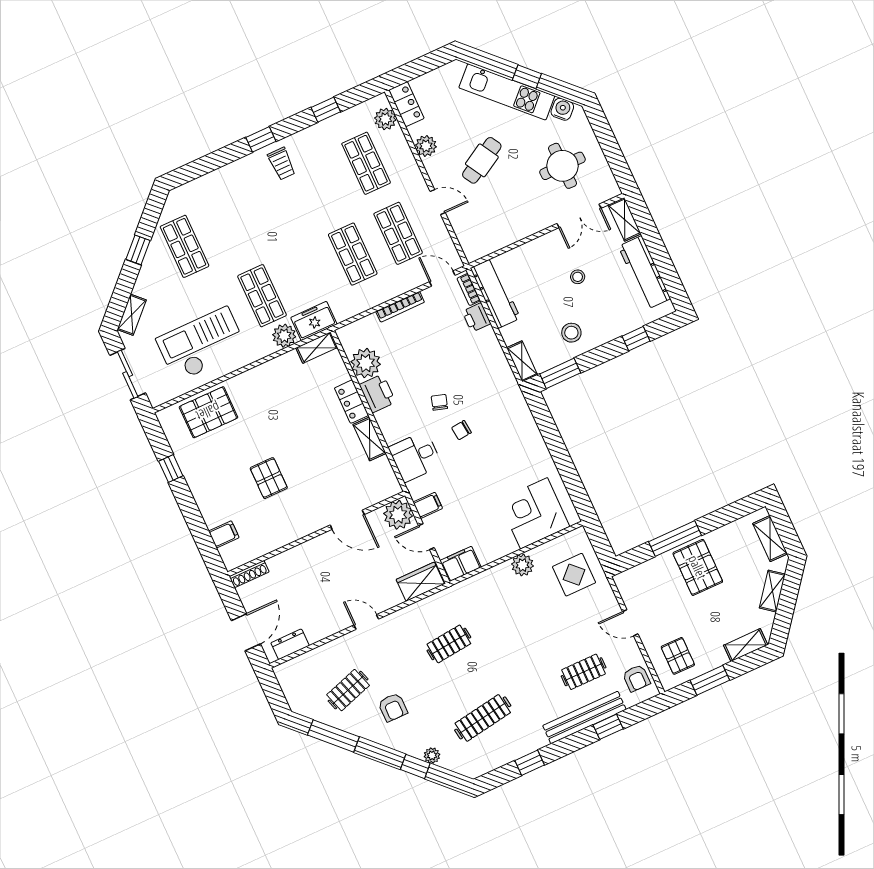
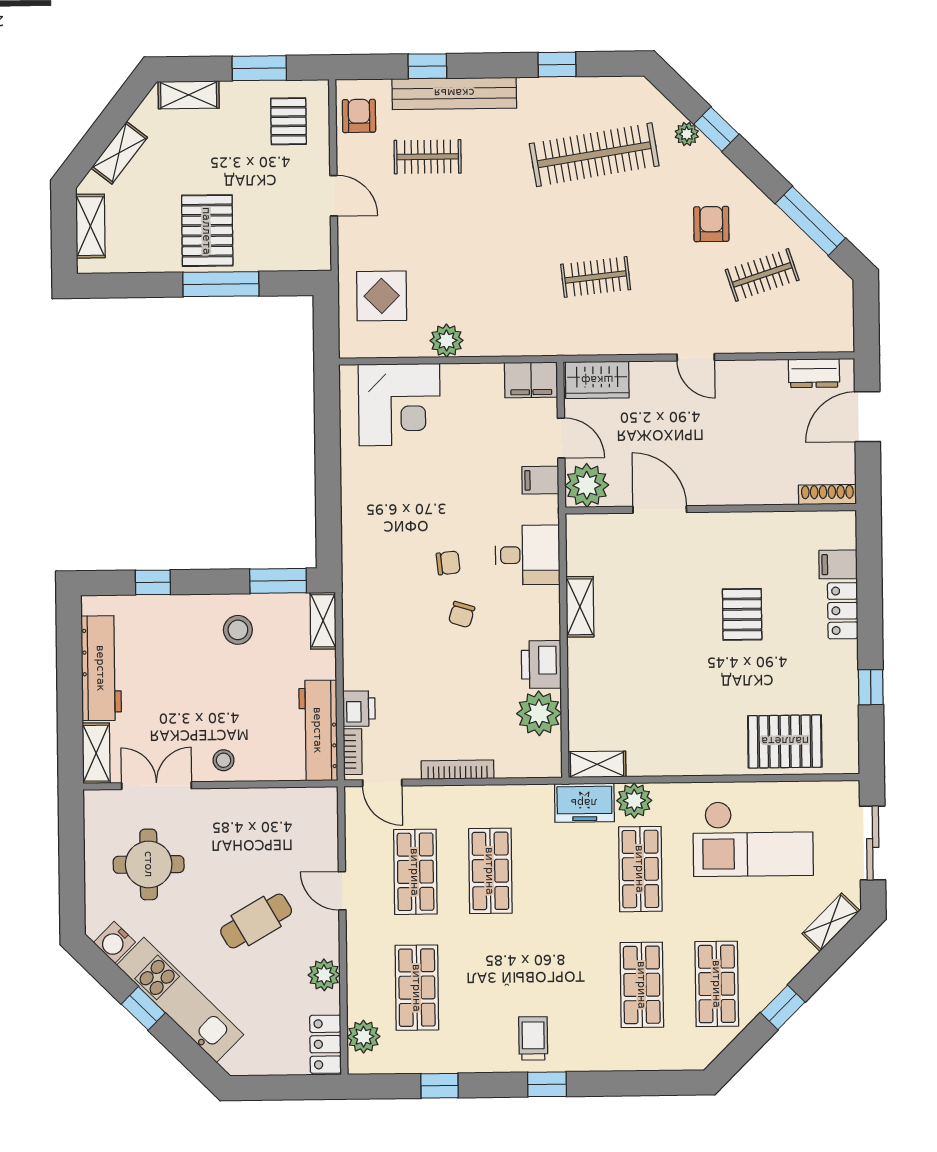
shop shelf: (230, 226) -> (642, 985), added
stool: (578, 277) -> (224, 760), moved
locker: (351, 402) -> (843, 611), moved, turned 180
clothes rail: (483, 718) -> (594, 155), width x1.37, depth x1.31

